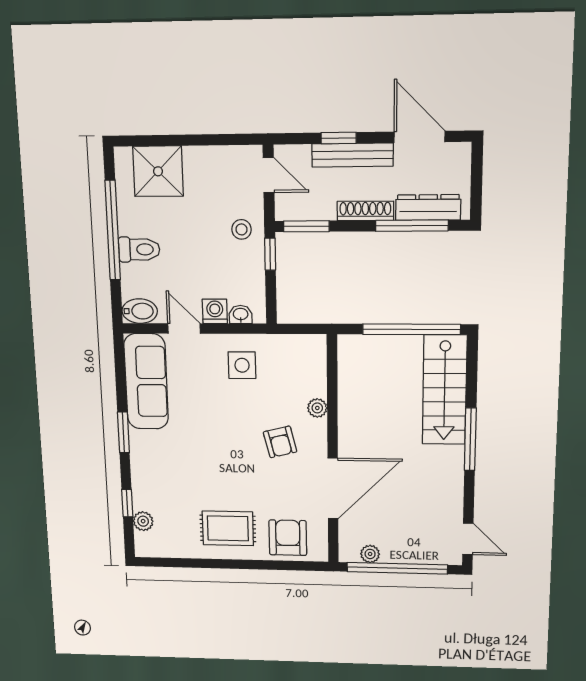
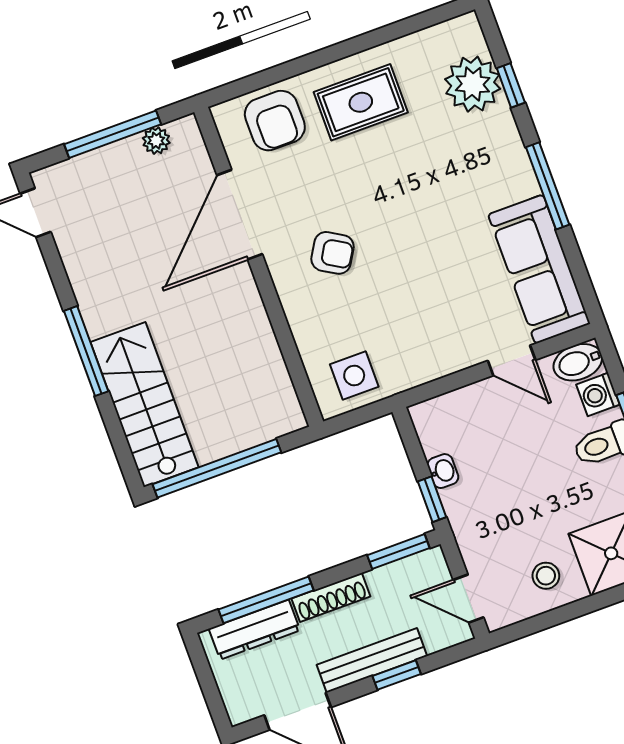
stool: (241, 229) -> (546, 576), moved
washing machine: (215, 311) -> (598, 395), moved, turned 90
washbasin: (241, 315) -> (443, 471), moved, turned -90
side table: (242, 365) -> (354, 375), moved
plant: (317, 408) -> (300, 318), removed
window: (123, 432) -> (548, 186), width x1.44
armchair: (280, 442) -> (333, 253), turned 135
plant: (143, 521) -> (473, 84), width x1.87, depth x1.87
window: (397, 568) -> (113, 134), width x0.68

